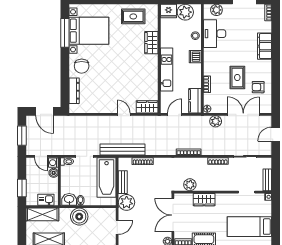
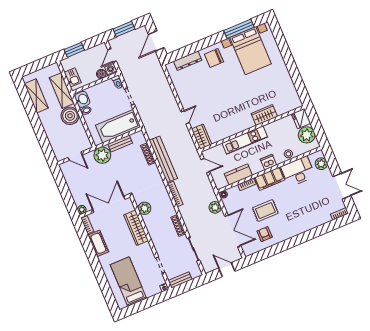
rug: (133, 16) -> (282, 87), removed
filing cabinet: (265, 46) -> (270, 179), moved, turned 180
kitchen counter: (195, 101) -> (238, 174), moved
bench: (122, 149) -> (163, 159), moved
wardrobe: (204, 200) -> (136, 228), width x1.50
shelving: (42, 214) -> (62, 91), moved

